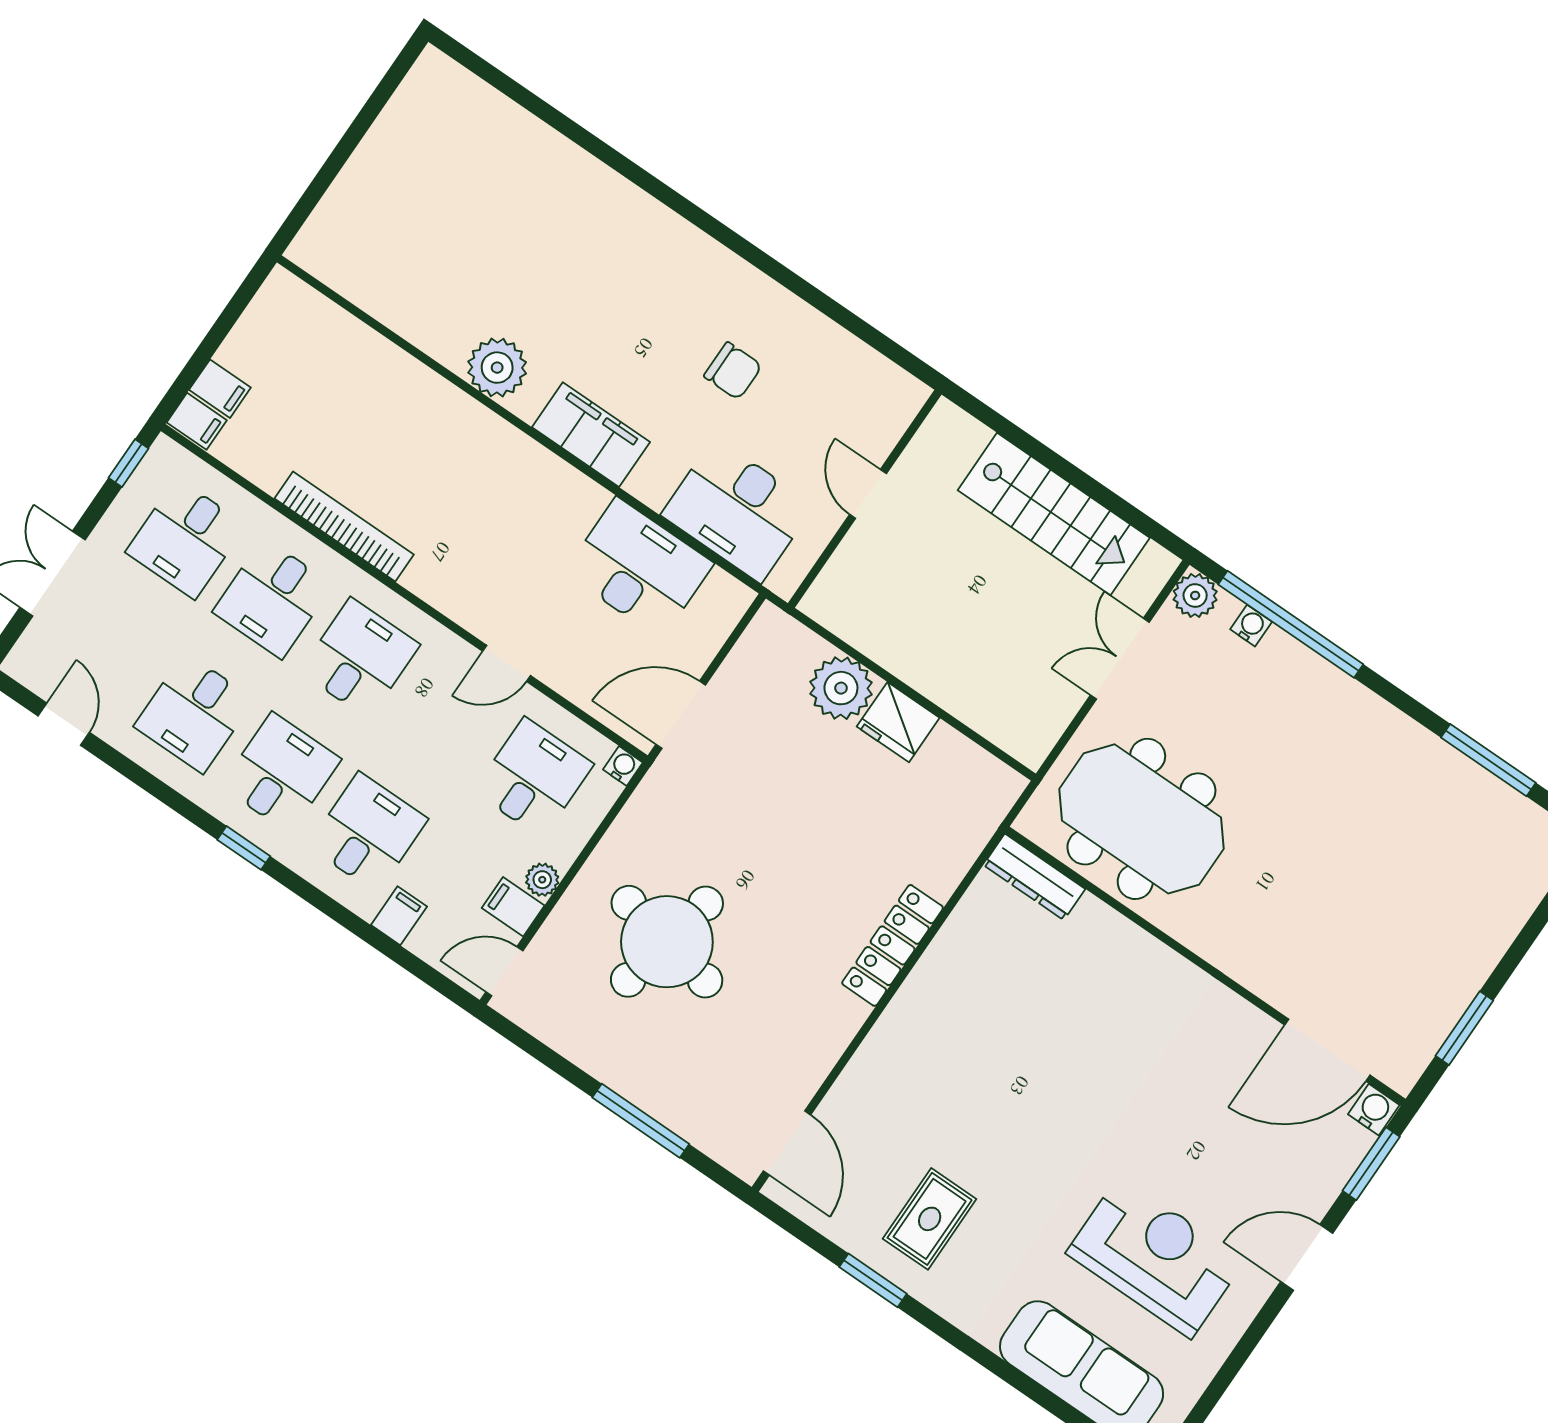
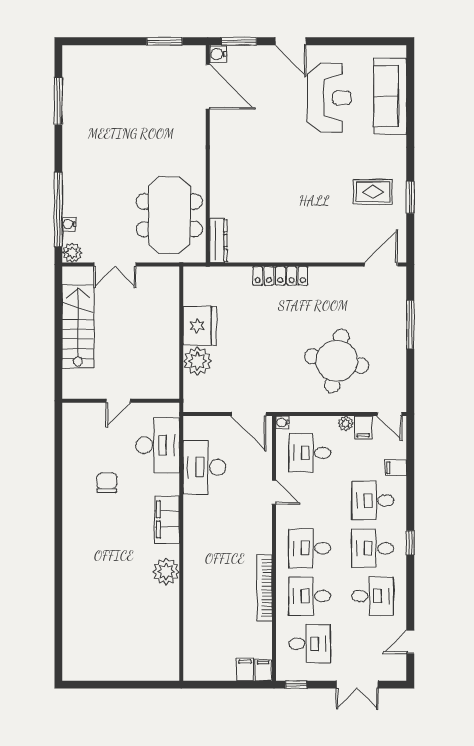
desk: (273, 598) -> (310, 596), turned 180
fridge: (898, 722) -> (200, 326), width x1.36, depth x1.34
reception desk: (1155, 1257) -> (329, 98), turned 180

